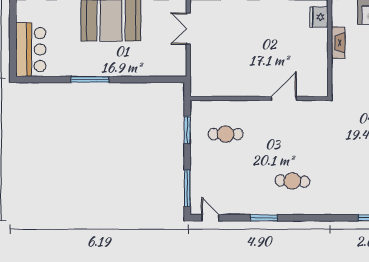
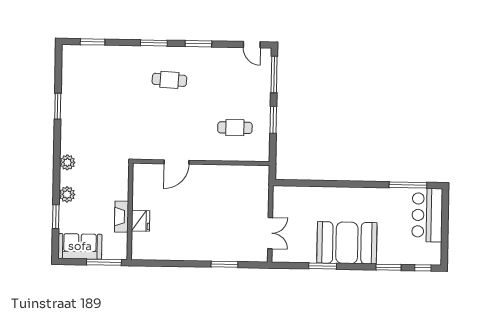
fridge: (319, 17) -> (141, 221), moved
window: (90, 79) -> (408, 185), moved
window: (187, 130) -> (273, 120), moved
window: (309, 218) -> (154, 43), added

